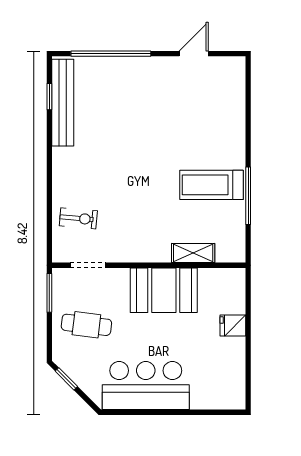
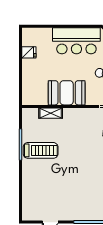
fridge: (233, 325) -> (29, 52), moved

